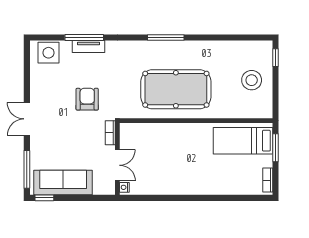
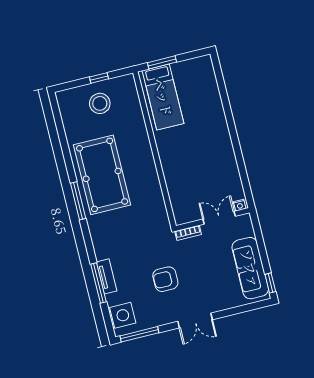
window: (276, 58) -> (99, 78), moved
pool table: (176, 89) -> (102, 175), moved
armchair: (87, 99) -> (165, 279), moved
window: (27, 169) -> (139, 334), moved
bookcase: (268, 180) -> (196, 62), removed

